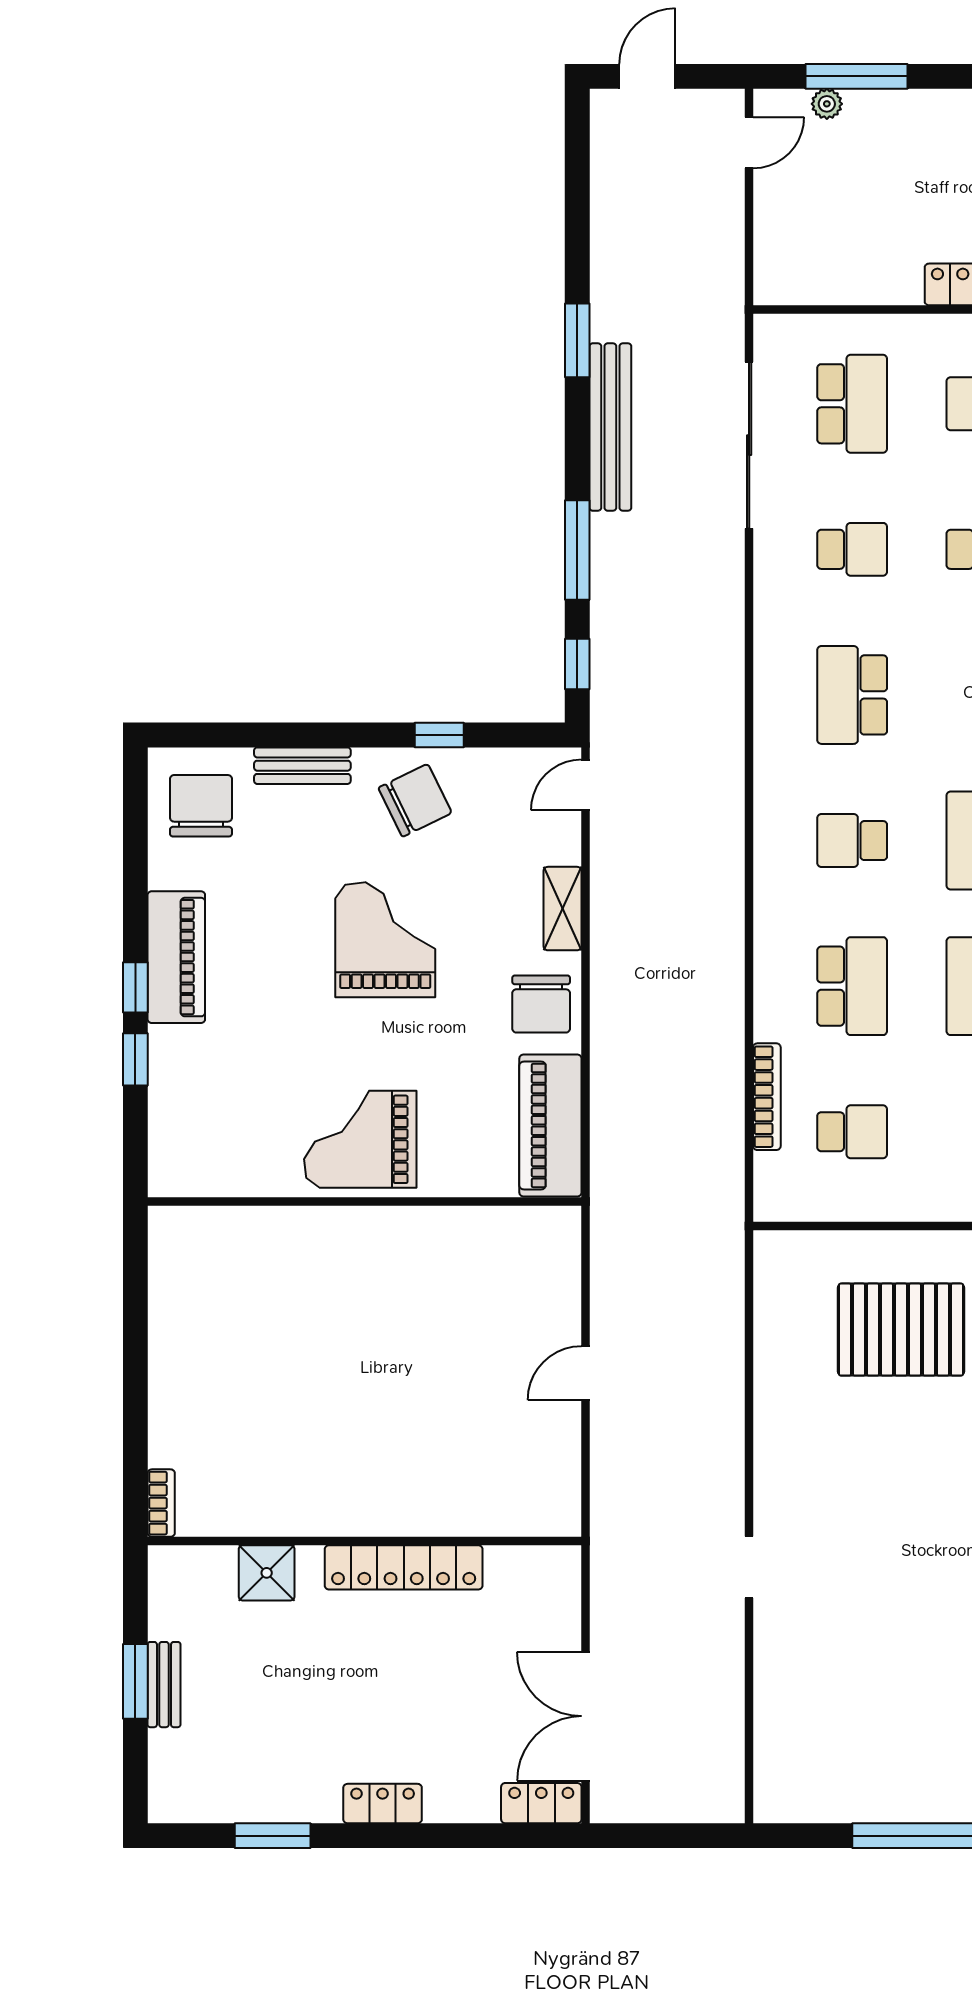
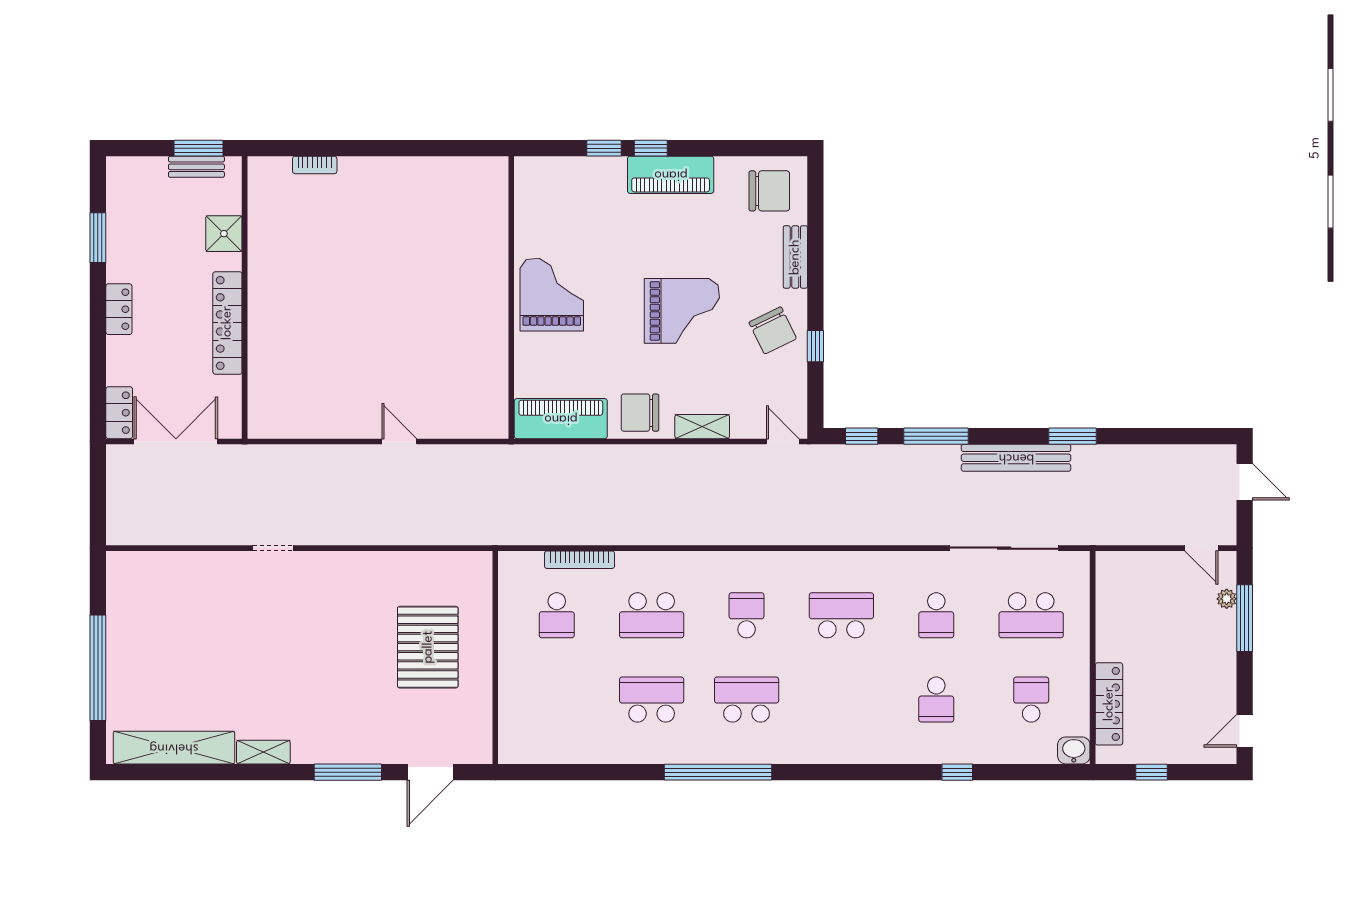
wall: (364, 1541) -> (245, 297), moved
locker: (404, 1567) -> (227, 323), moved
shower: (267, 1573) -> (224, 234), moved

